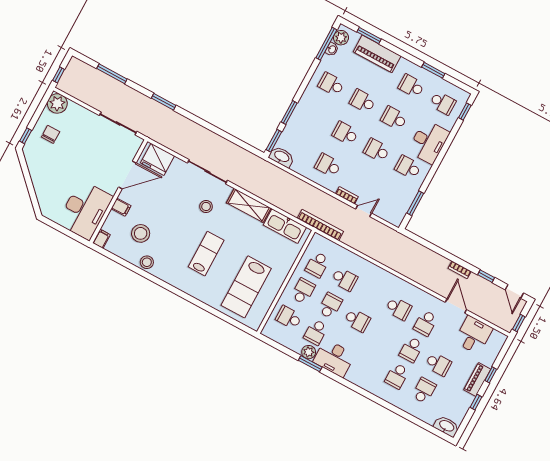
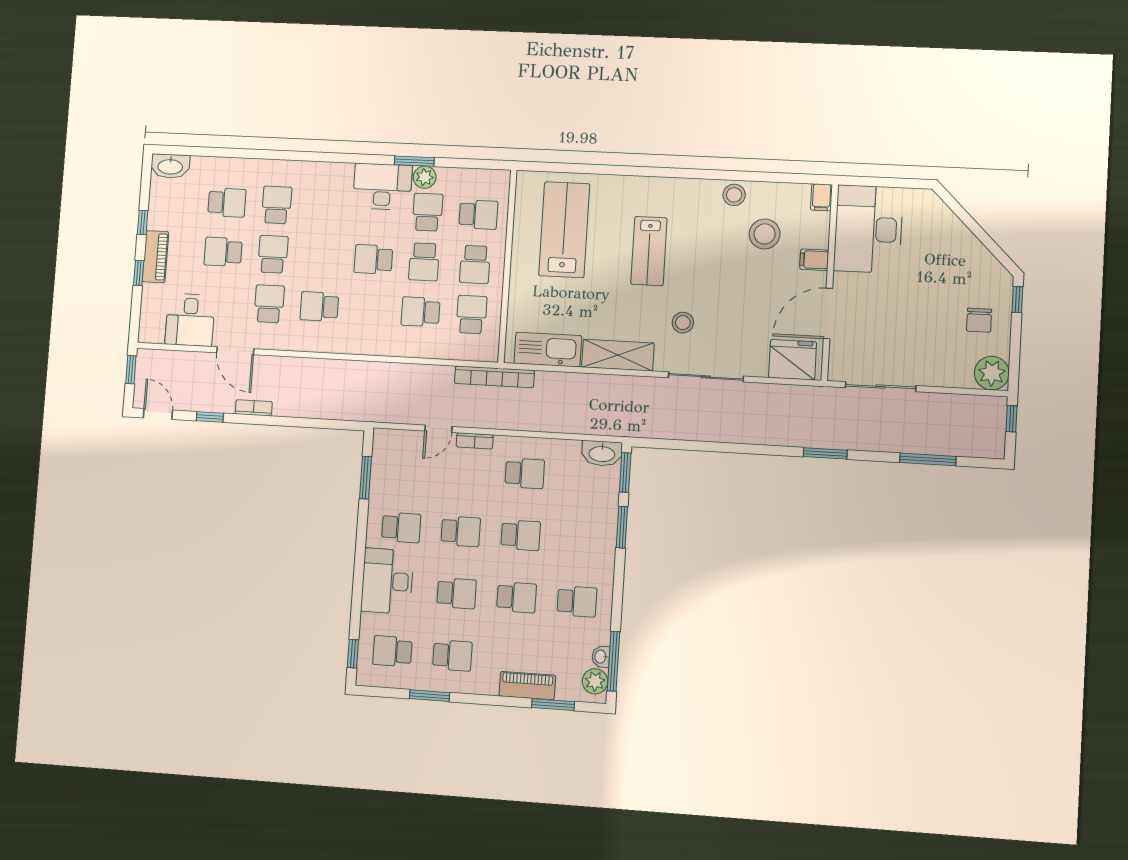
piano: (377, 54) -> (527, 686), width x0.73, depth x0.75
school desk: (424, 391) -> (227, 203), turned -90

